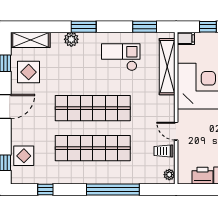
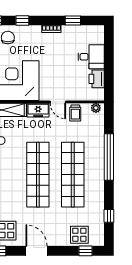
freezer: (167, 108) -> (38, 110), added
door: (176, 131) -> (58, 102), hinge flipped

